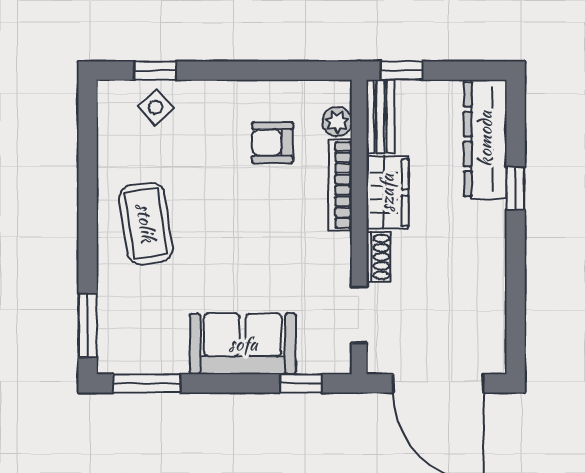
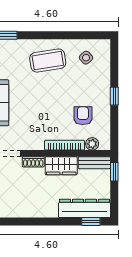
window: (155, 71) -> (114, 96), moved
side table: (156, 107) -> (86, 58), moved
window: (516, 188) -> (91, 221), moved

